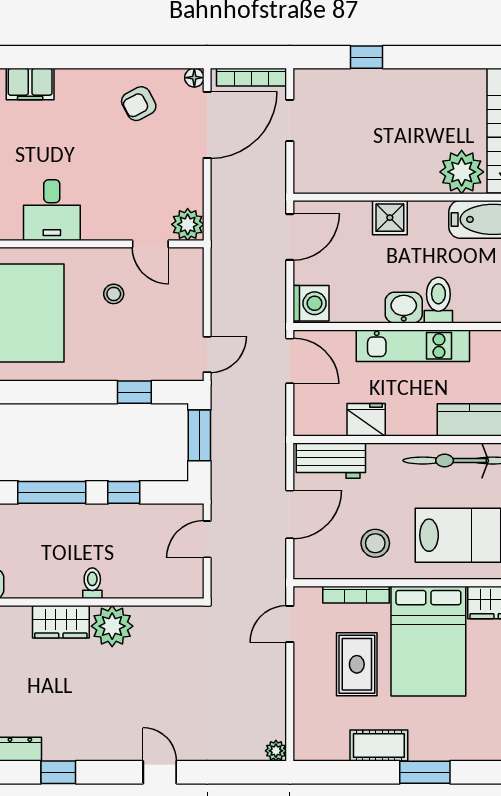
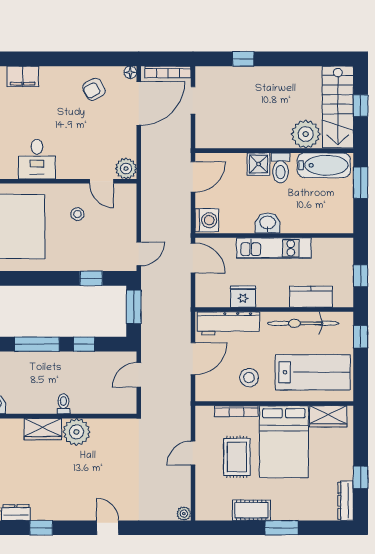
toilet: (438, 300) -> (280, 168), moved, turned 180
workbench: (331, 461) -> (228, 323), width x1.38
door: (290, 624) -> (193, 453), moved

